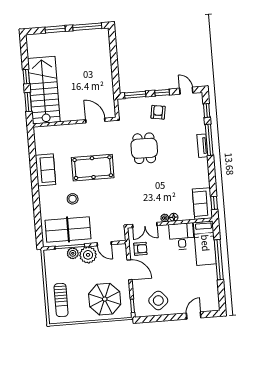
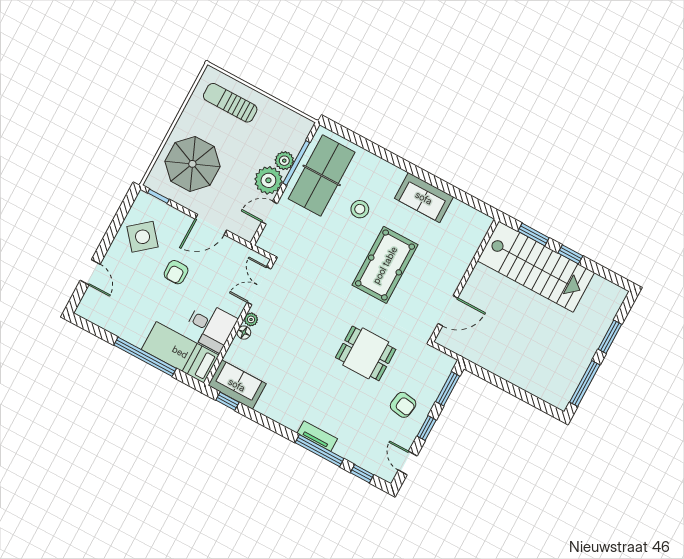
door: (186, 91) -> (408, 463), swing flipped
armchair: (140, 249) -> (176, 272), moved

